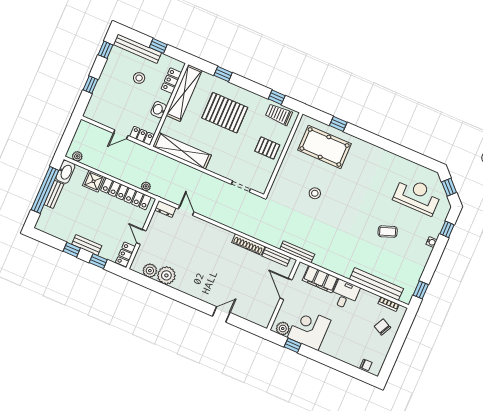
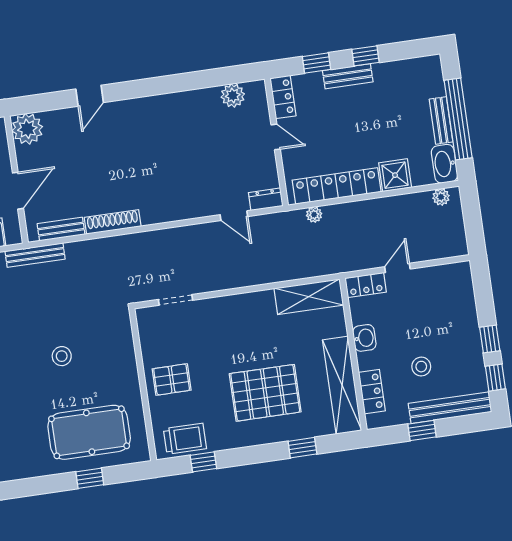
window: (91, 85) -> (490, 339), moved
shelving: (182, 151) -> (309, 297), width x0.68
plant: (166, 275) -> (27, 129), moved
door: (286, 289) -> (18, 191), hinge flipped

